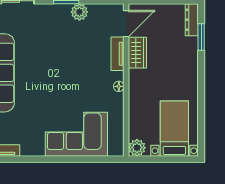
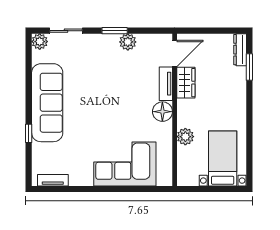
floor lamp: (119, 86) -> (162, 112), width x1.89, depth x1.89
plant: (137, 148) -> (185, 137), moved

